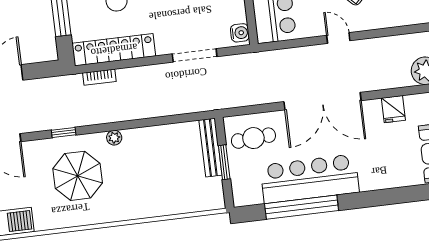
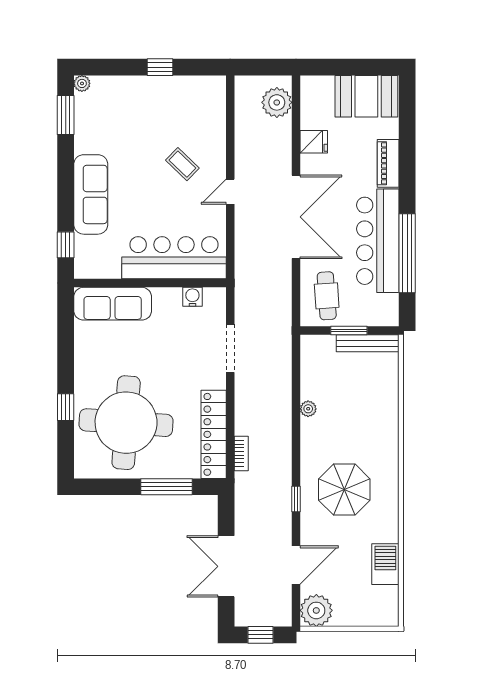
water cooler: (240, 33) -> (192, 297), moved
plant: (114, 138) -> (308, 409), moved
bench: (210, 148) -> (368, 343), moved
piano: (382, 180) -> (388, 163), added

